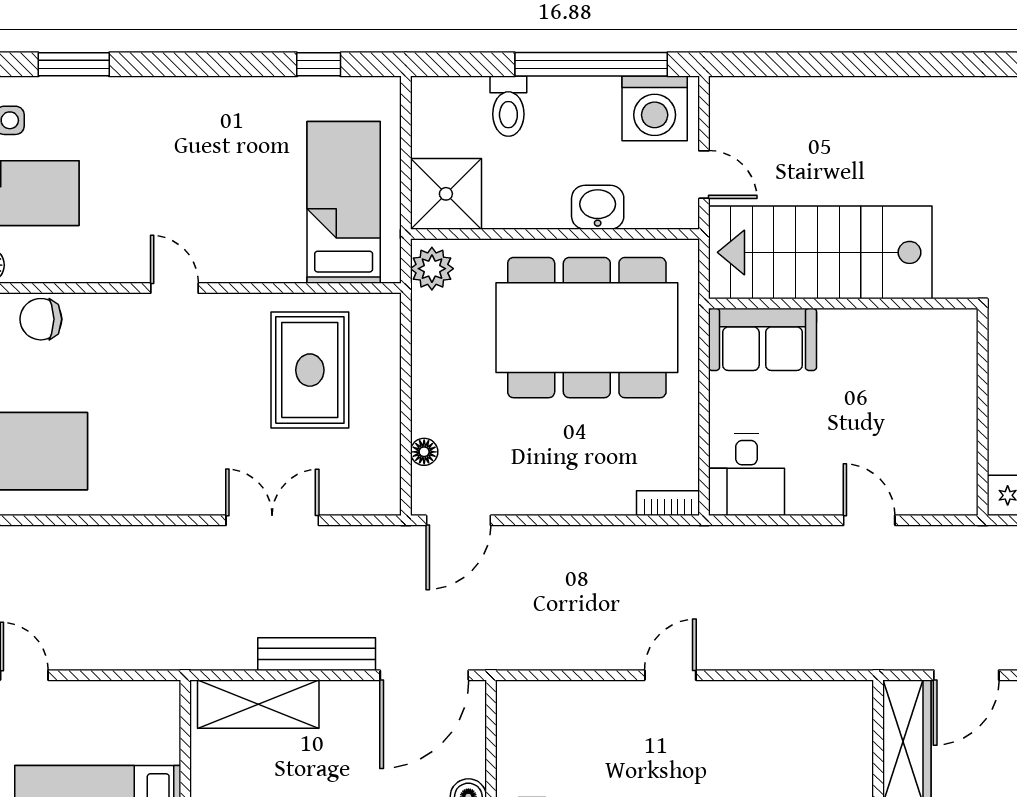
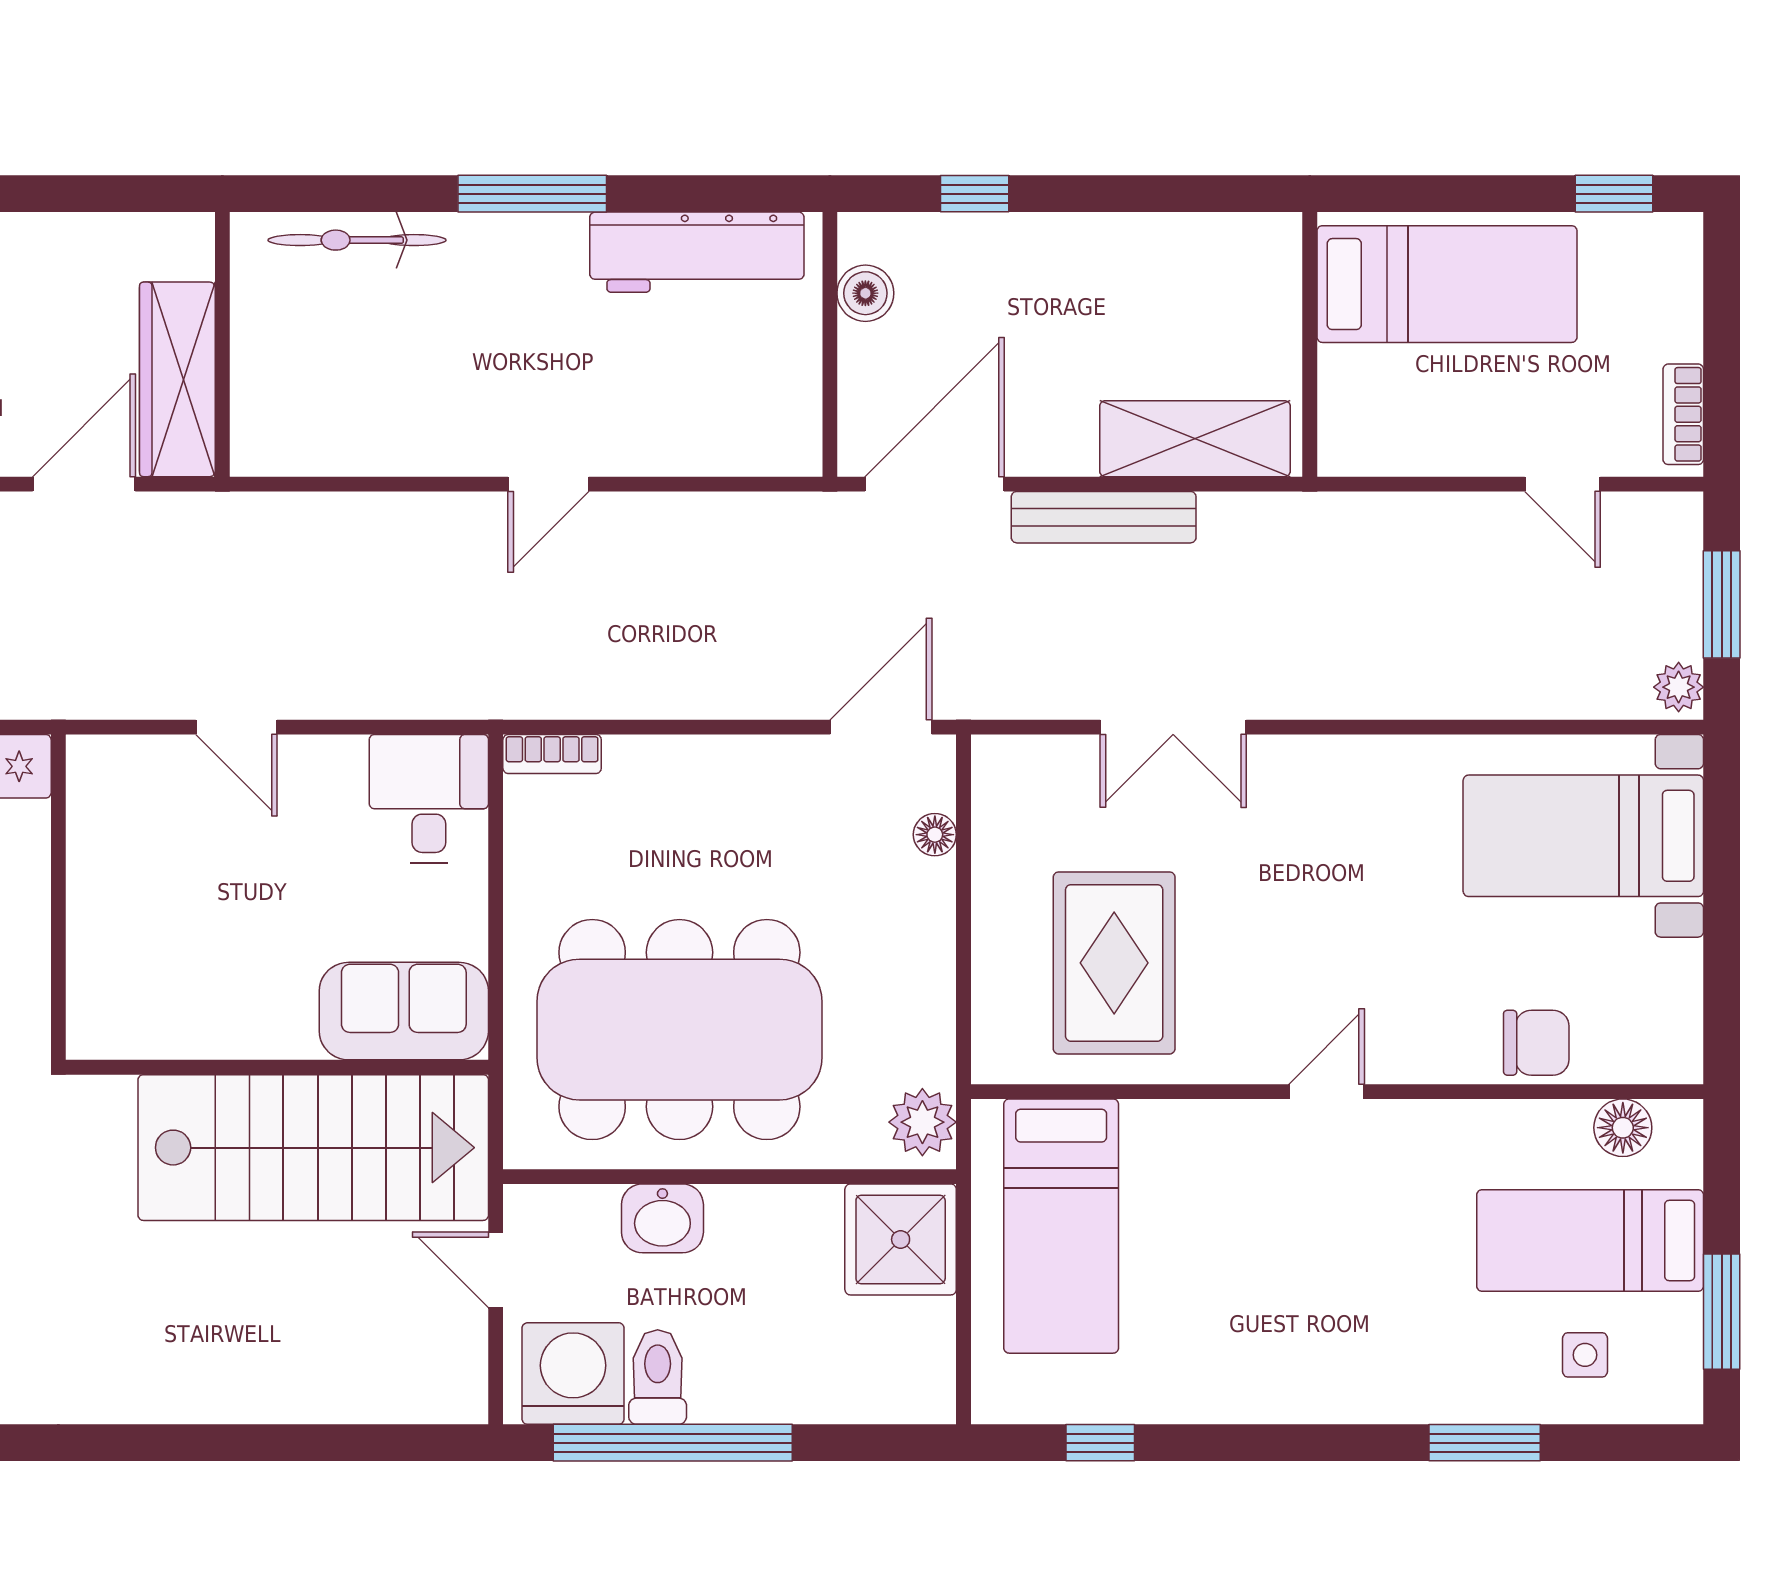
toilet: (508, 106) -> (658, 1377), moved
door: (175, 288) -> (1327, 1092), swing flipped

